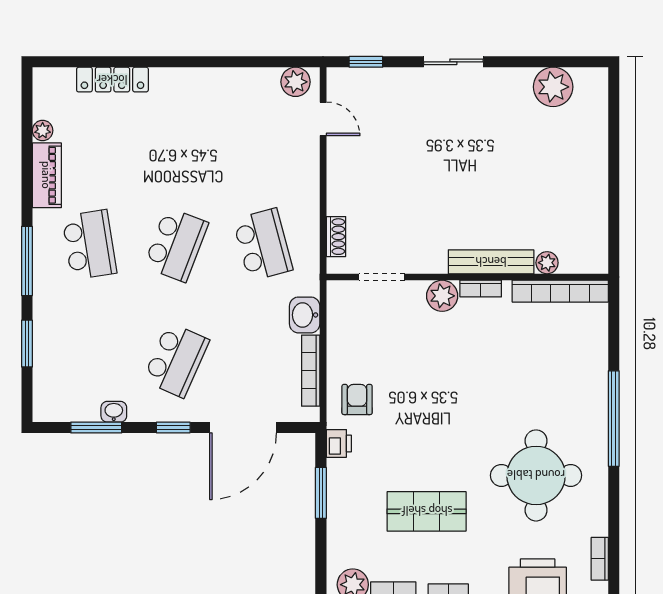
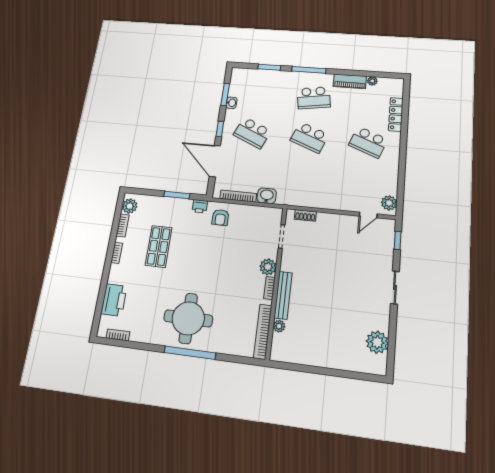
school desk: (263, 245) -> (368, 142), moved, turned 36
armchair: (357, 399) -> (220, 217), turned 90
round table: (536, 475) -> (188, 318), moved

